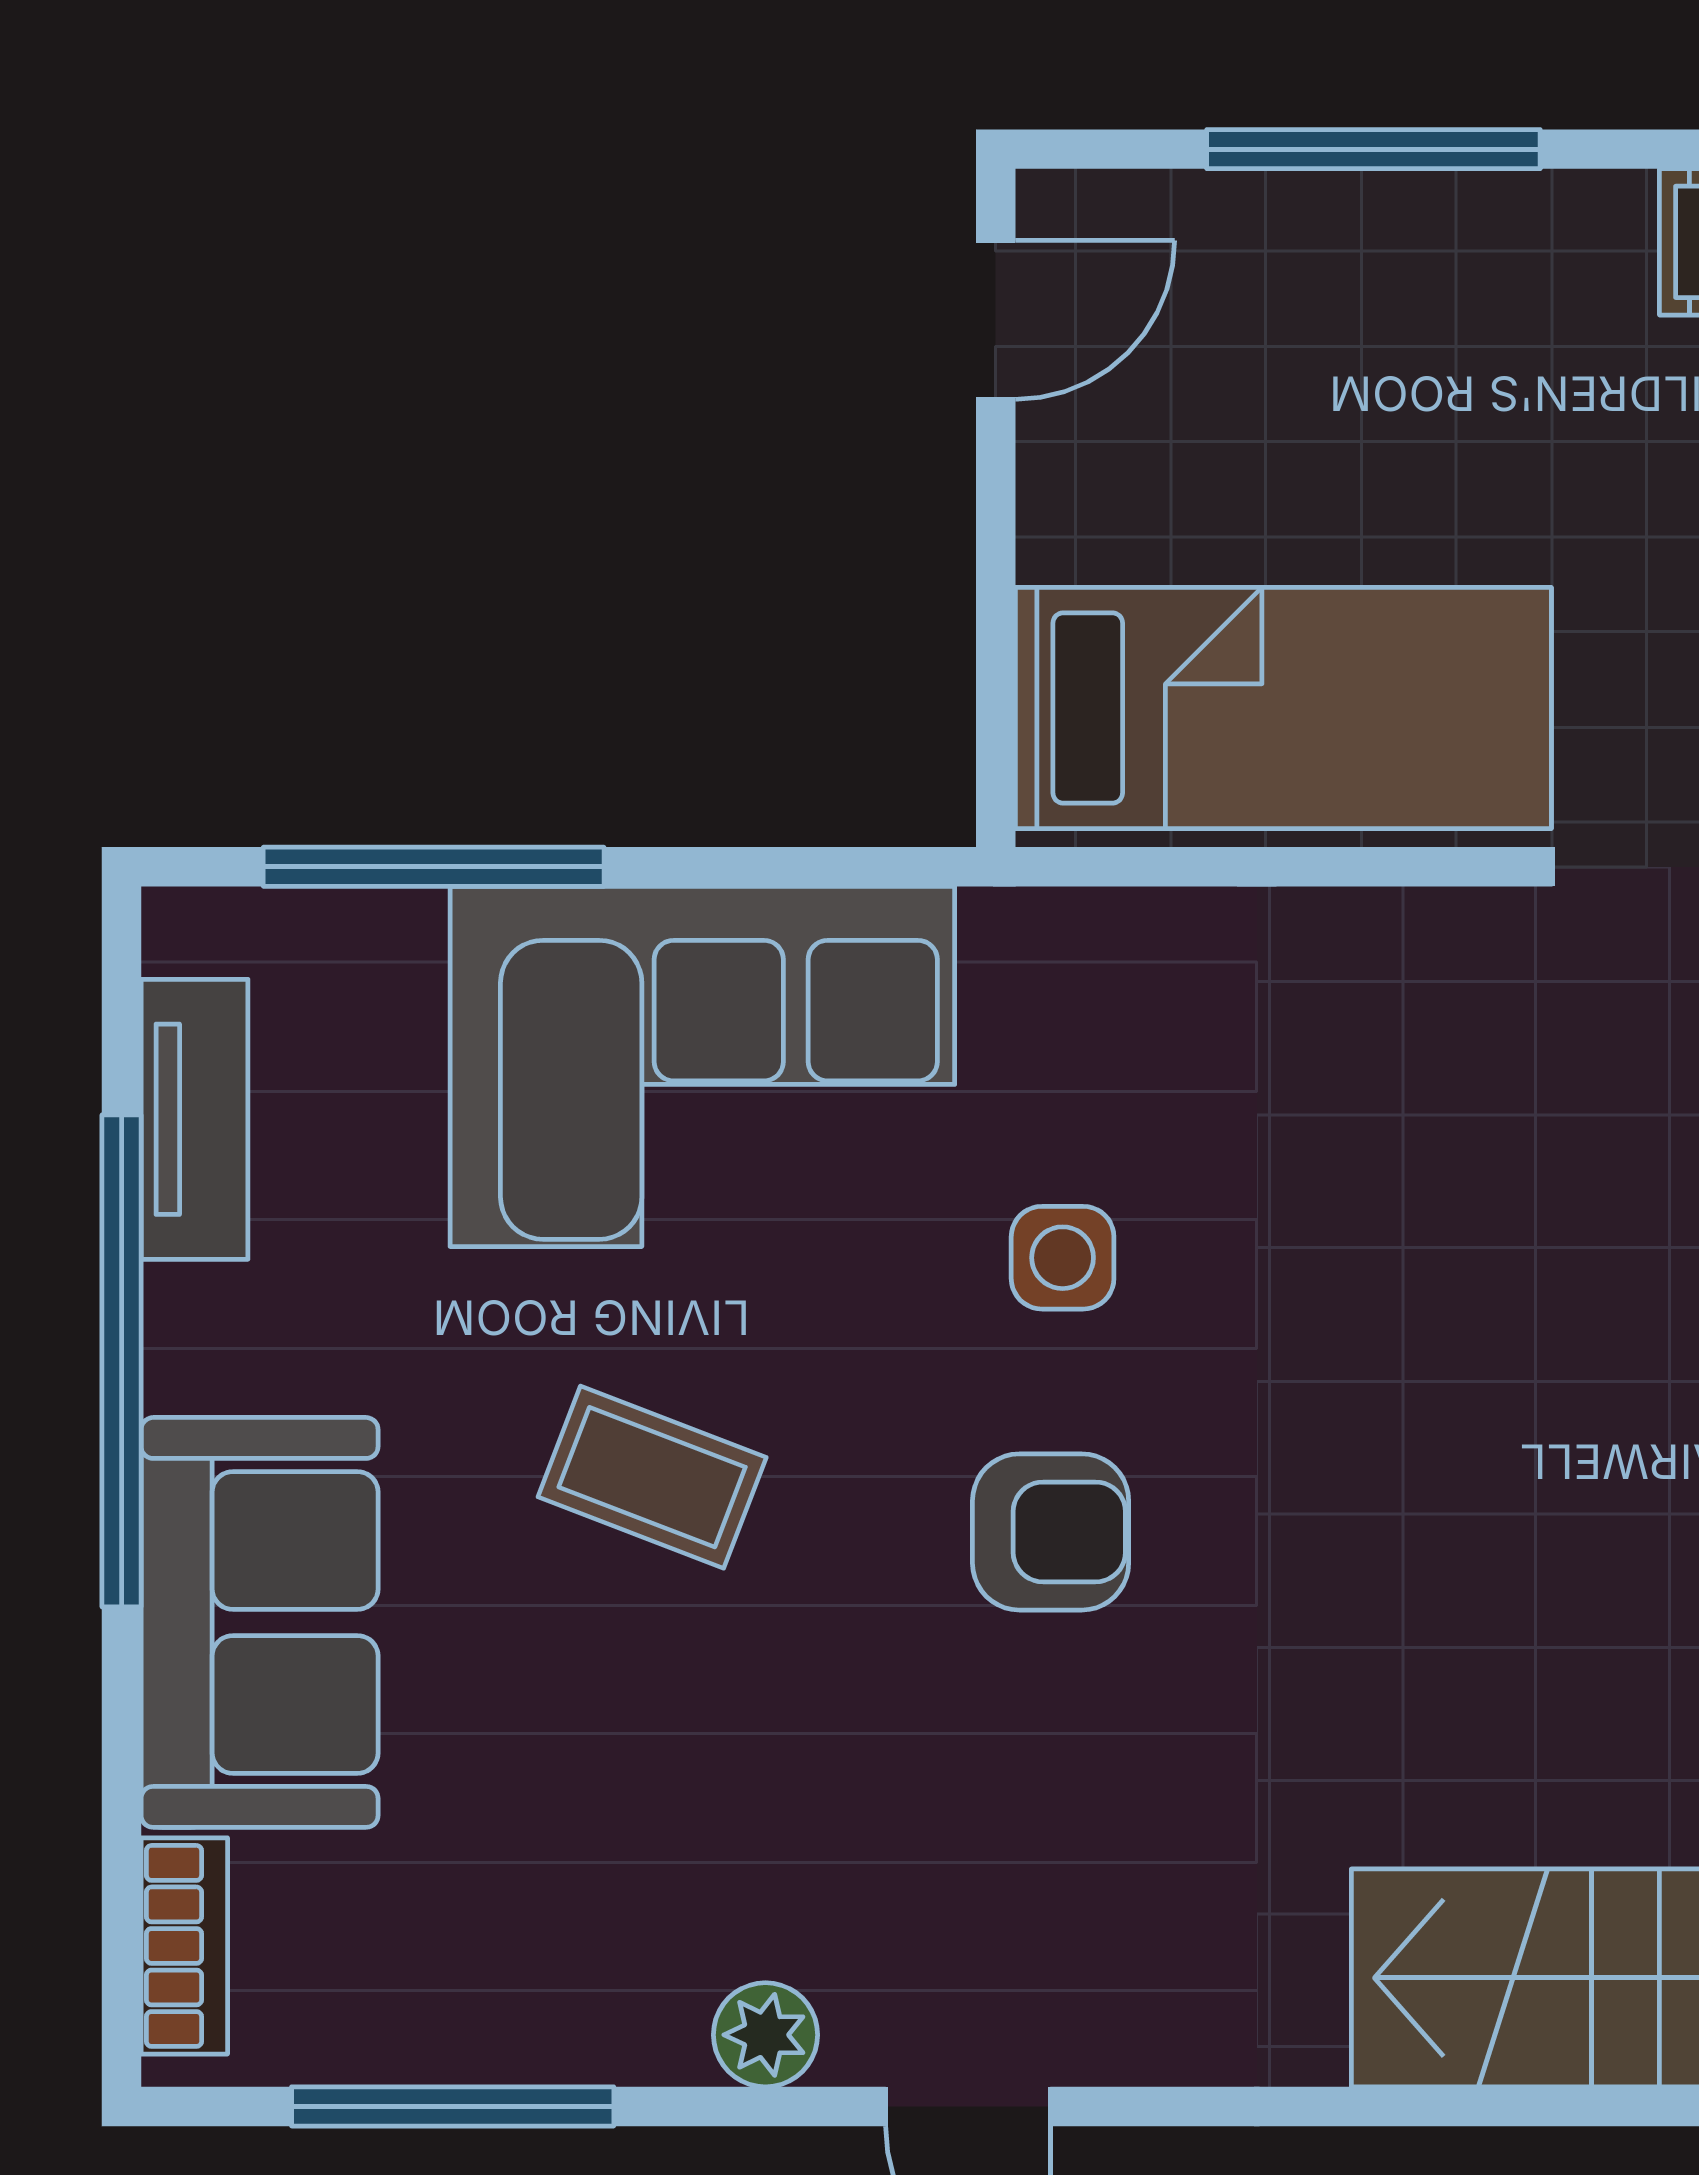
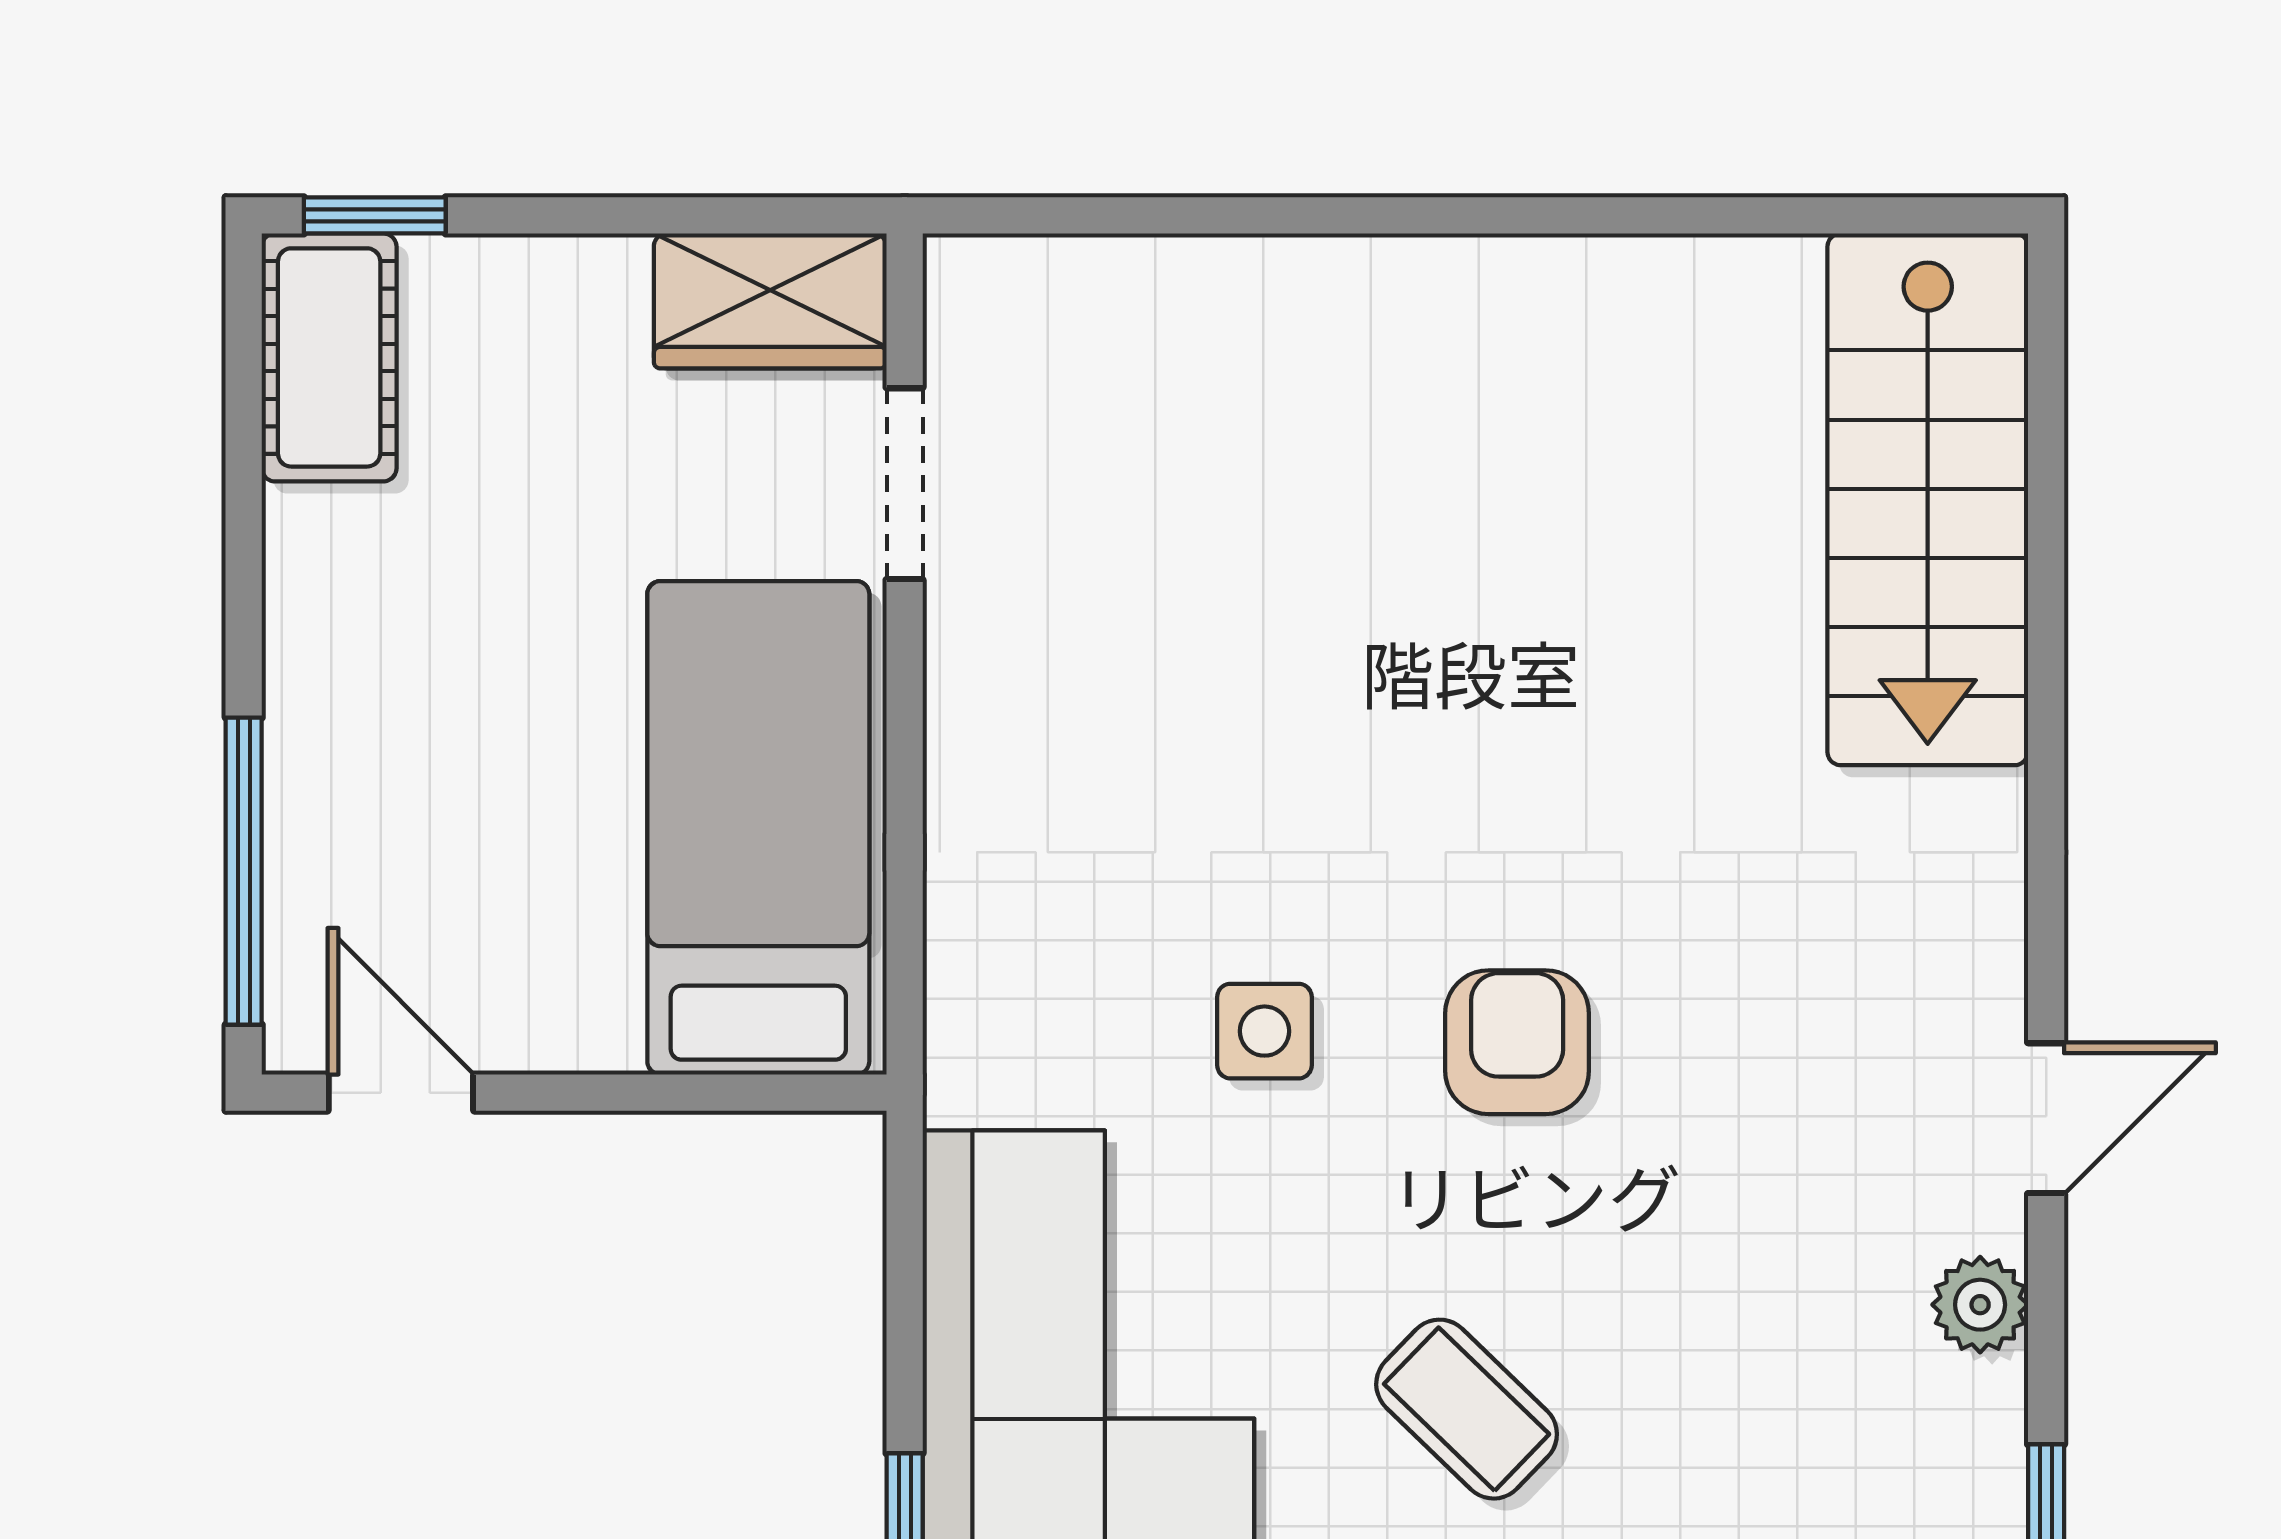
window: (1373, 149) -> (244, 871), moved
coffee table: (652, 1477) -> (1467, 1409), turned -67

